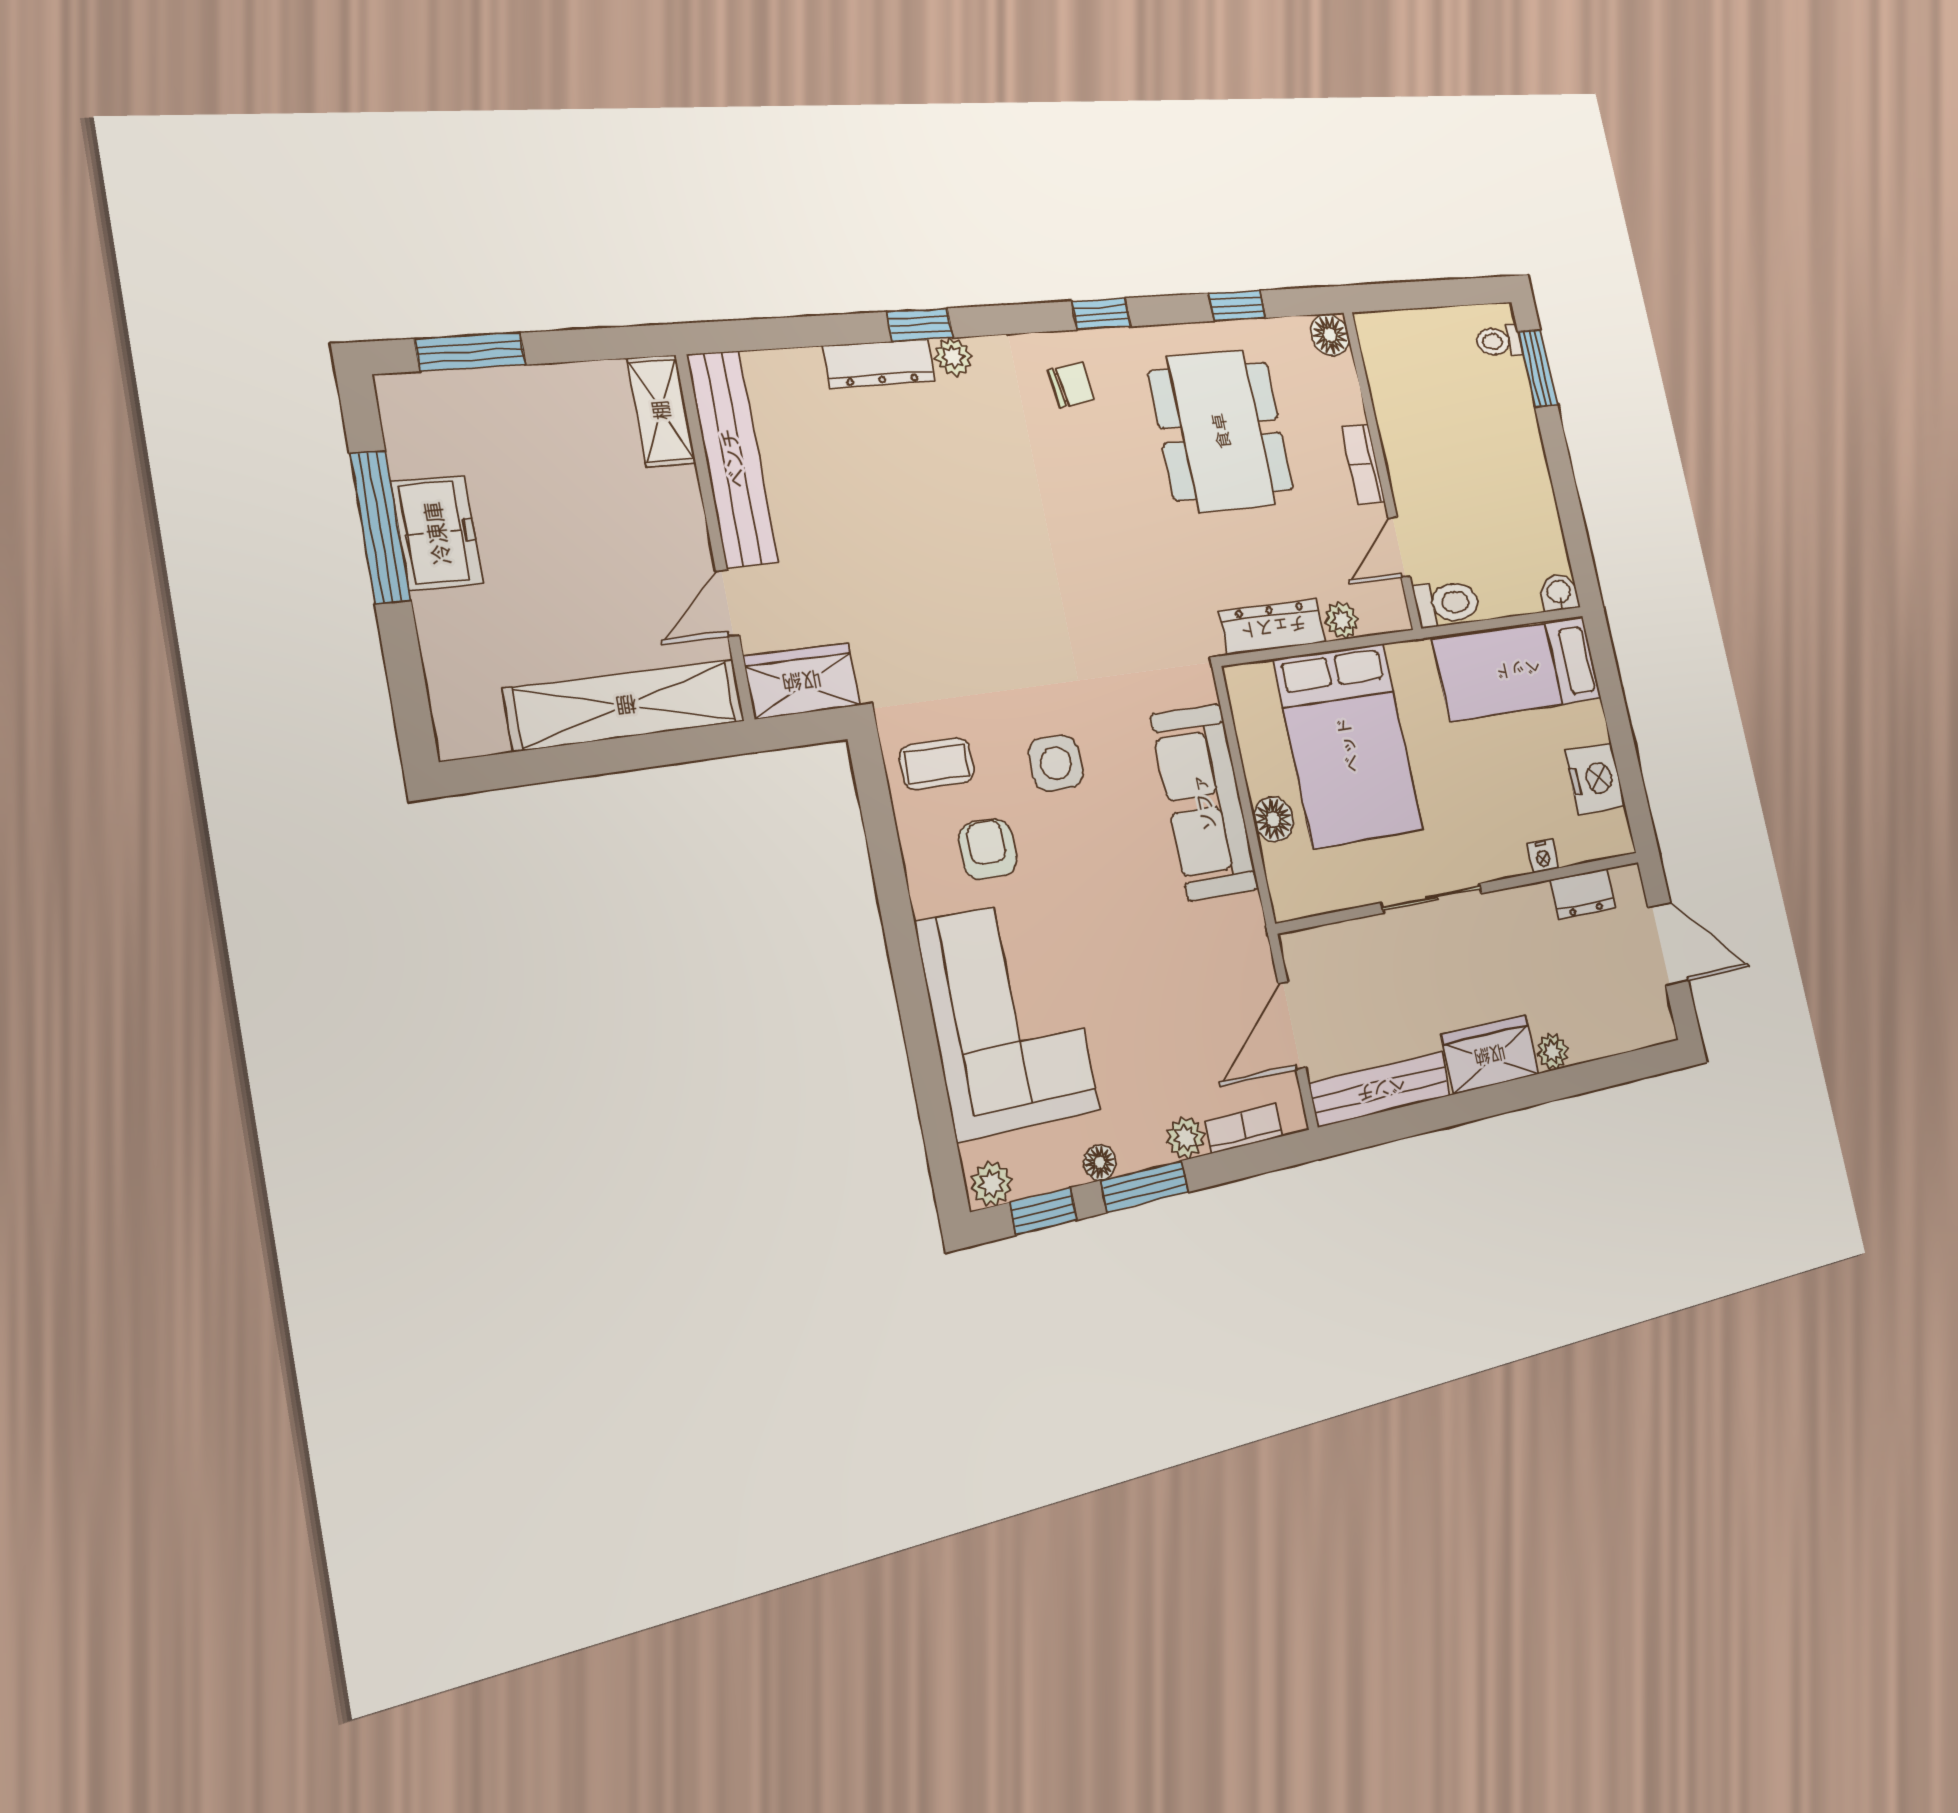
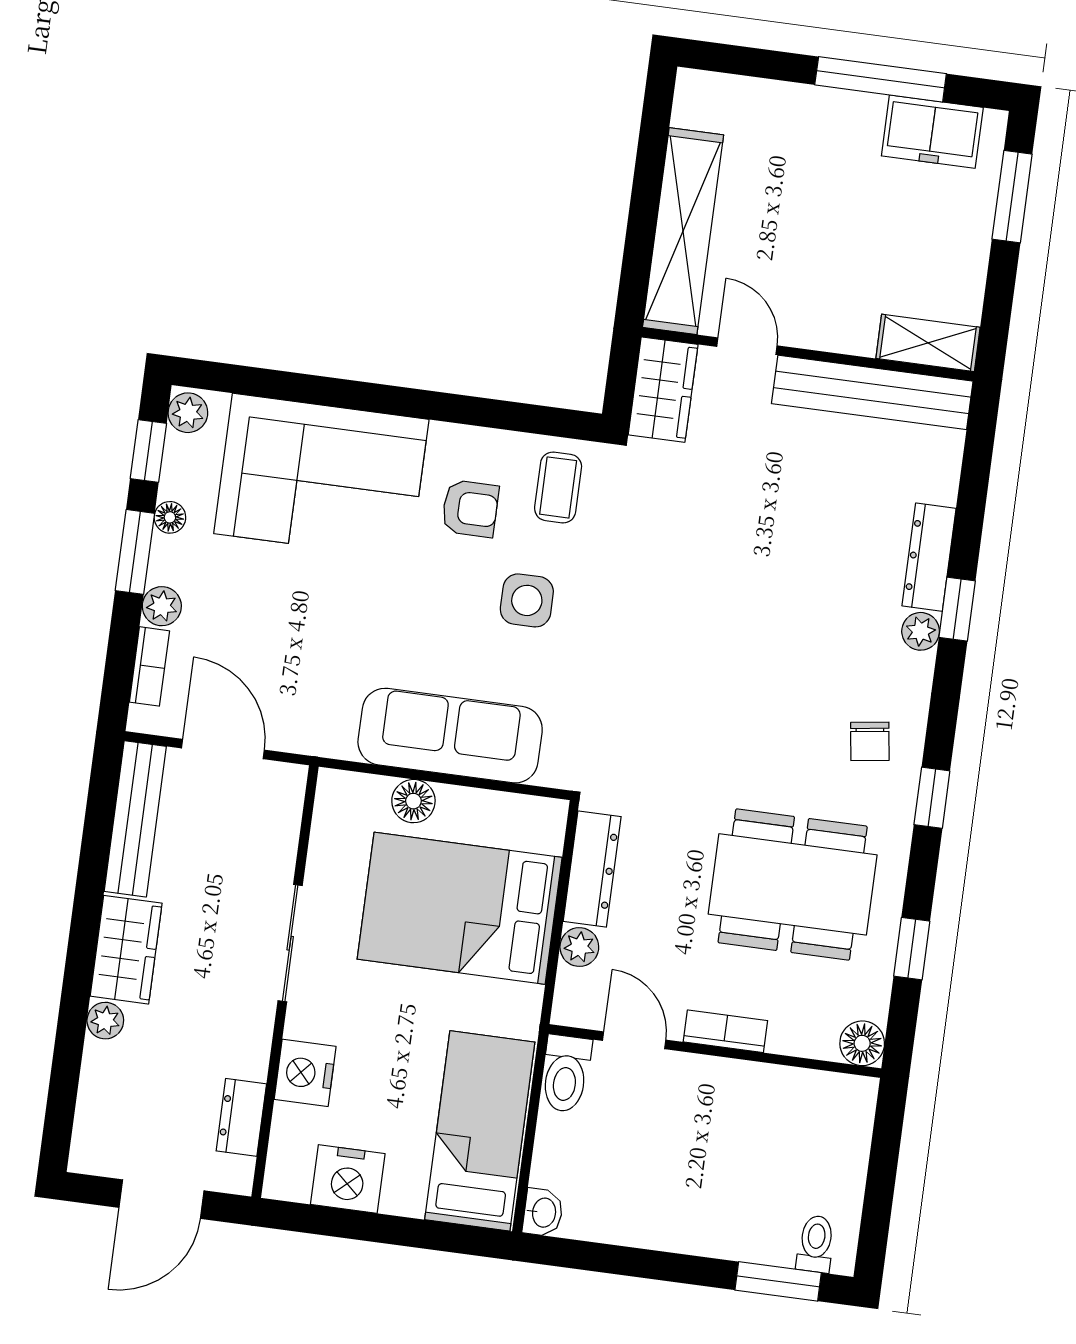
freezer: (437, 533) -> (932, 132), moved
nightstand: (1543, 856) -> (305, 1073), width x1.89, depth x1.79

